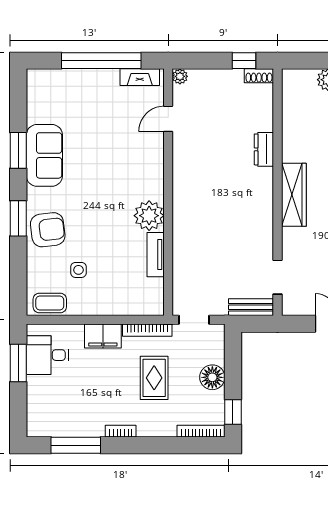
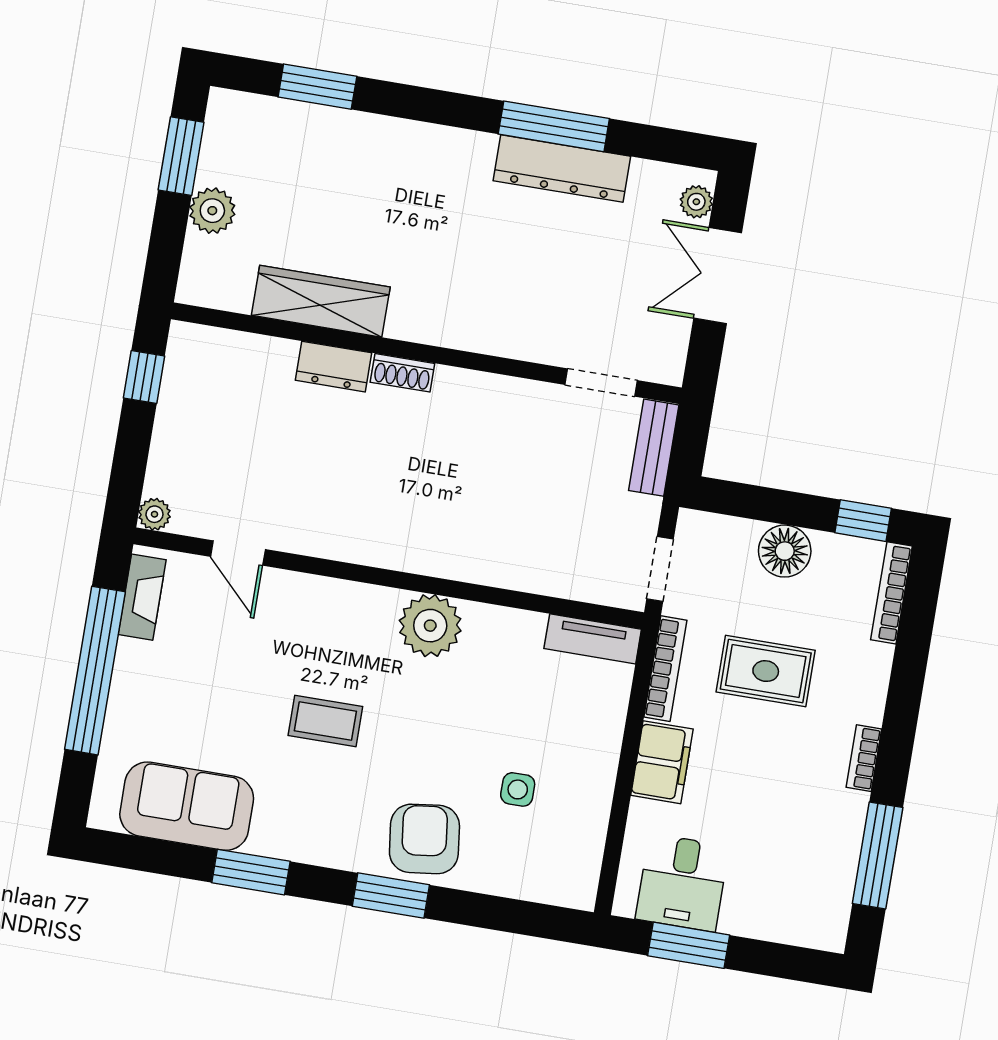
shoe rack: (259, 76) -> (402, 373), moved, turned 90
sofa: (44, 155) -> (187, 806), moved
wardrobe: (294, 195) -> (321, 301), moved
tv unit: (156, 255) -> (593, 639), moved
coffee table: (50, 303) -> (325, 721), moved, turned 90

